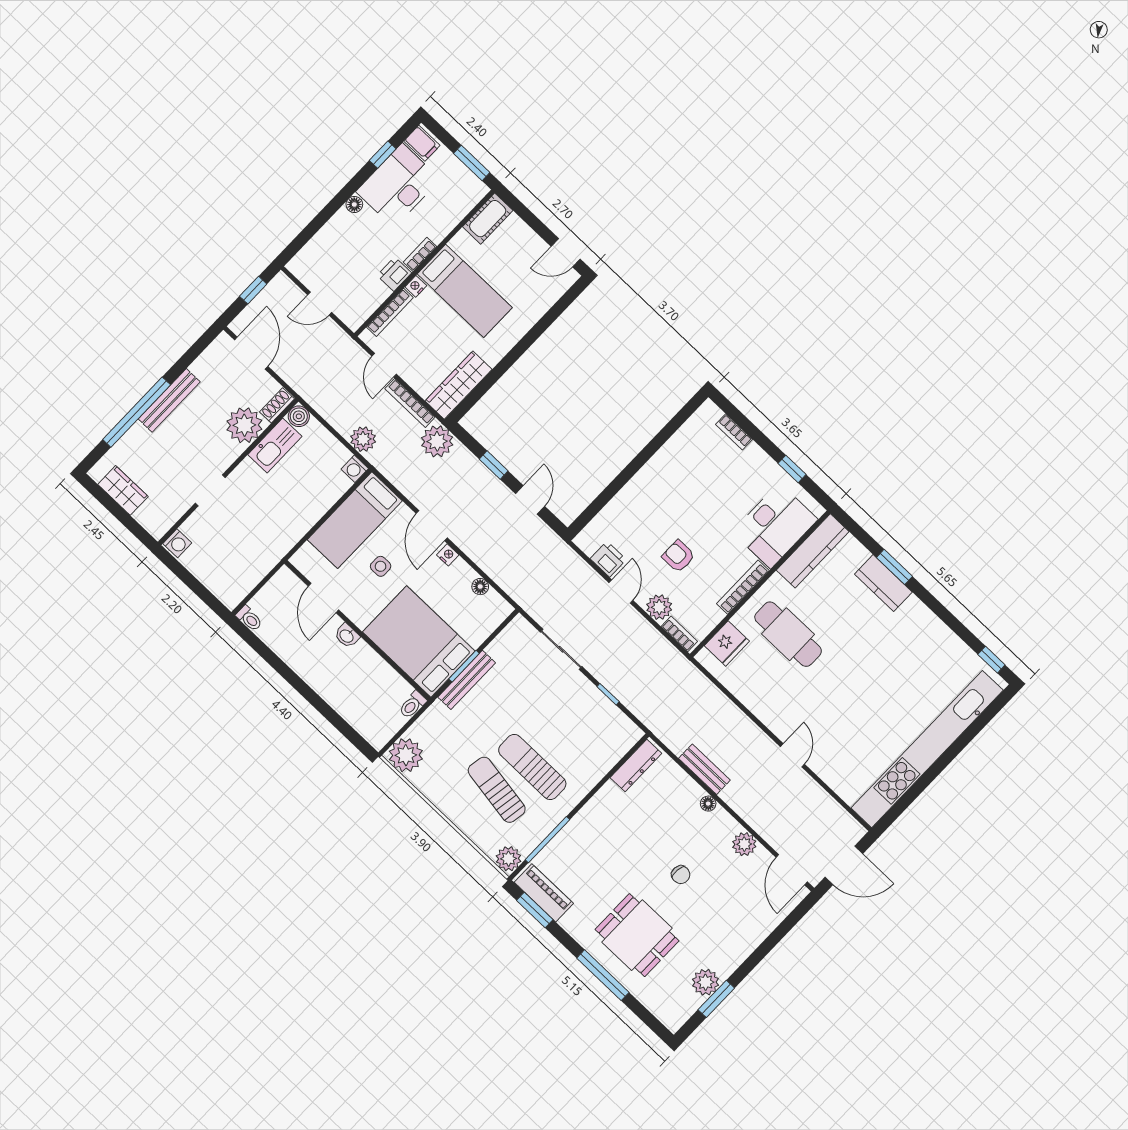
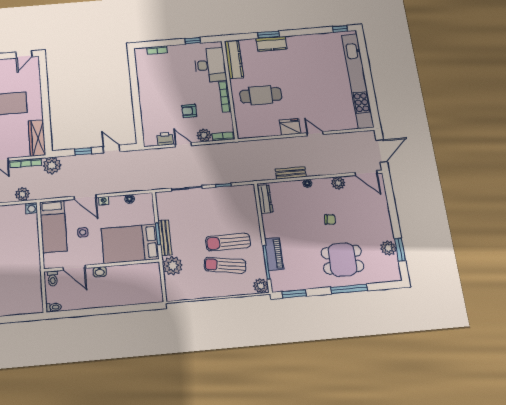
fridge: (727, 643) -> (290, 127), moved, turned -90
toilet: (413, 705) -> (53, 278), moved
plant: (406, 755) -> (173, 266), moved
piano: (544, 893) -> (274, 254), moved, turned 90

